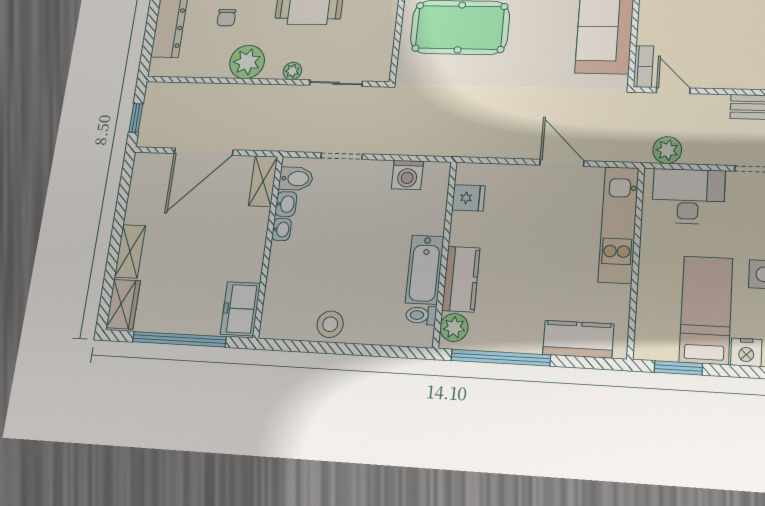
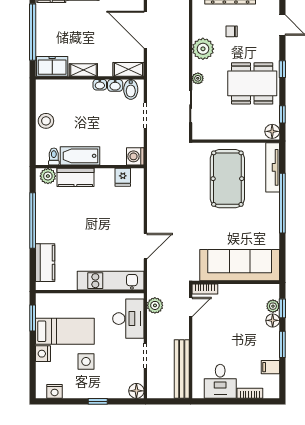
fridge: (468, 198) -> (123, 177), moved
wall: (445, 254) -> (90, 167), moved
shelving: (254, 256) -> (83, 70), added
bathtub: (425, 270) -> (80, 156), moved
kitchen counter: (461, 279) -> (75, 177), moved
toilet: (421, 315) -> (54, 157), moved
plant: (454, 328) -> (48, 176), moved

